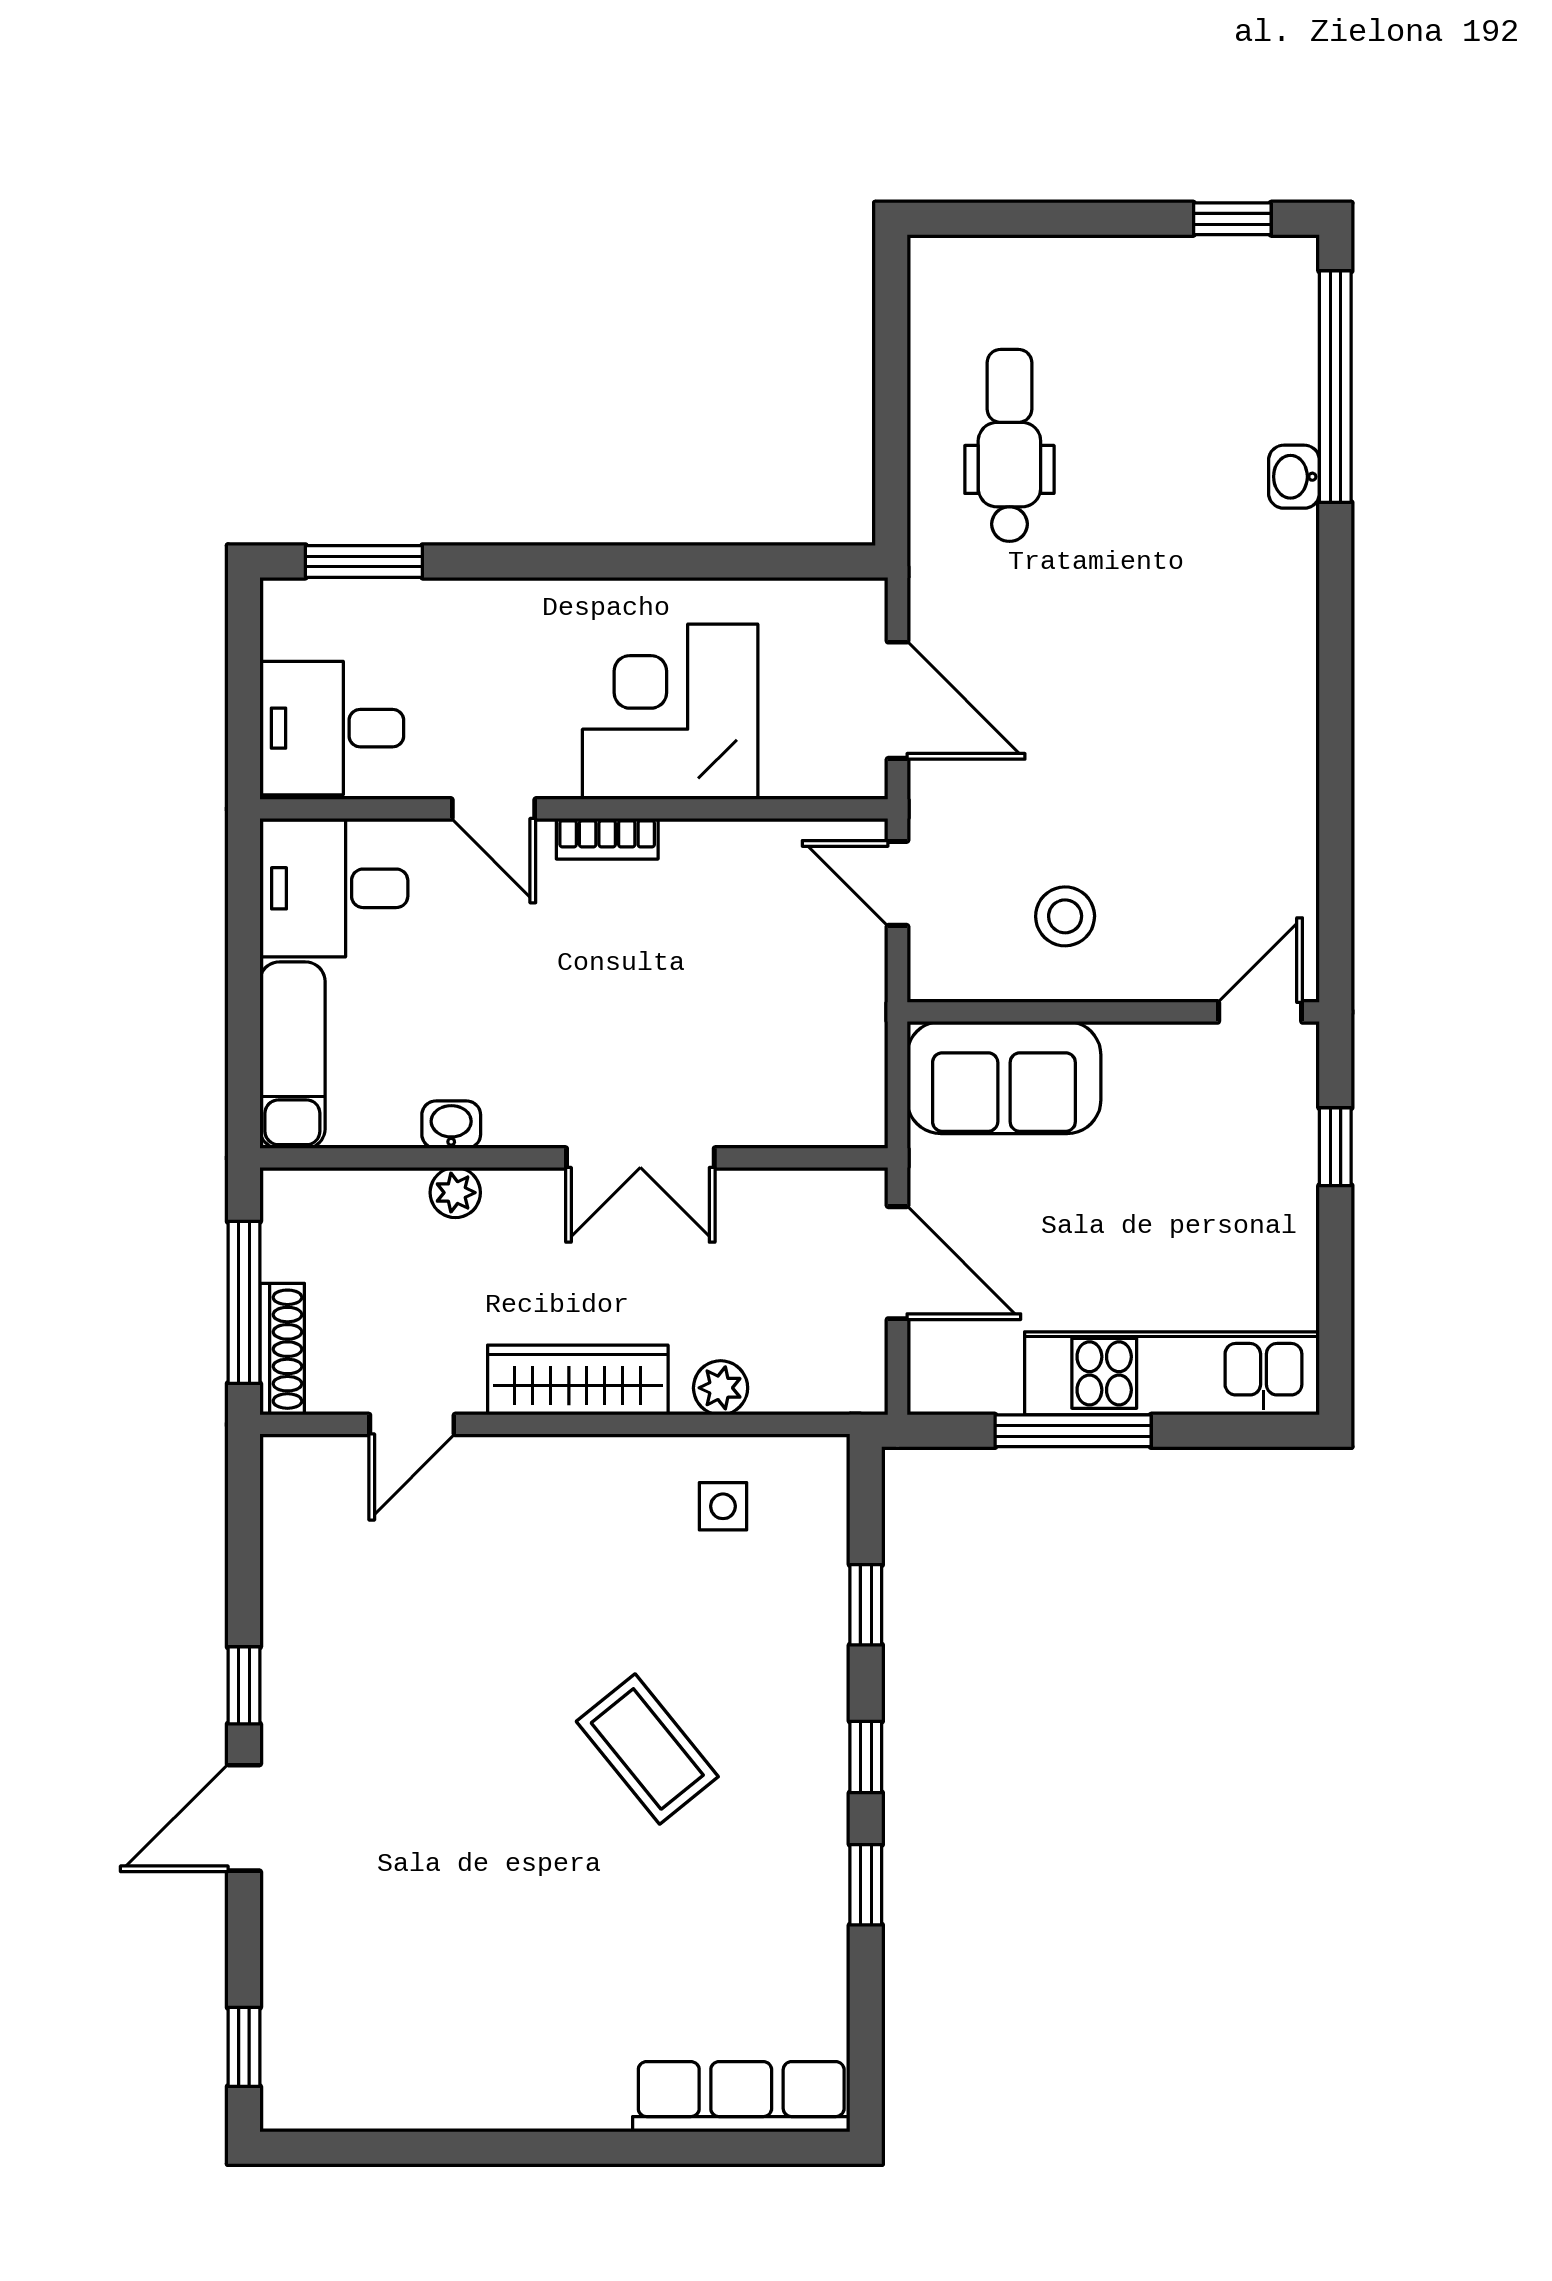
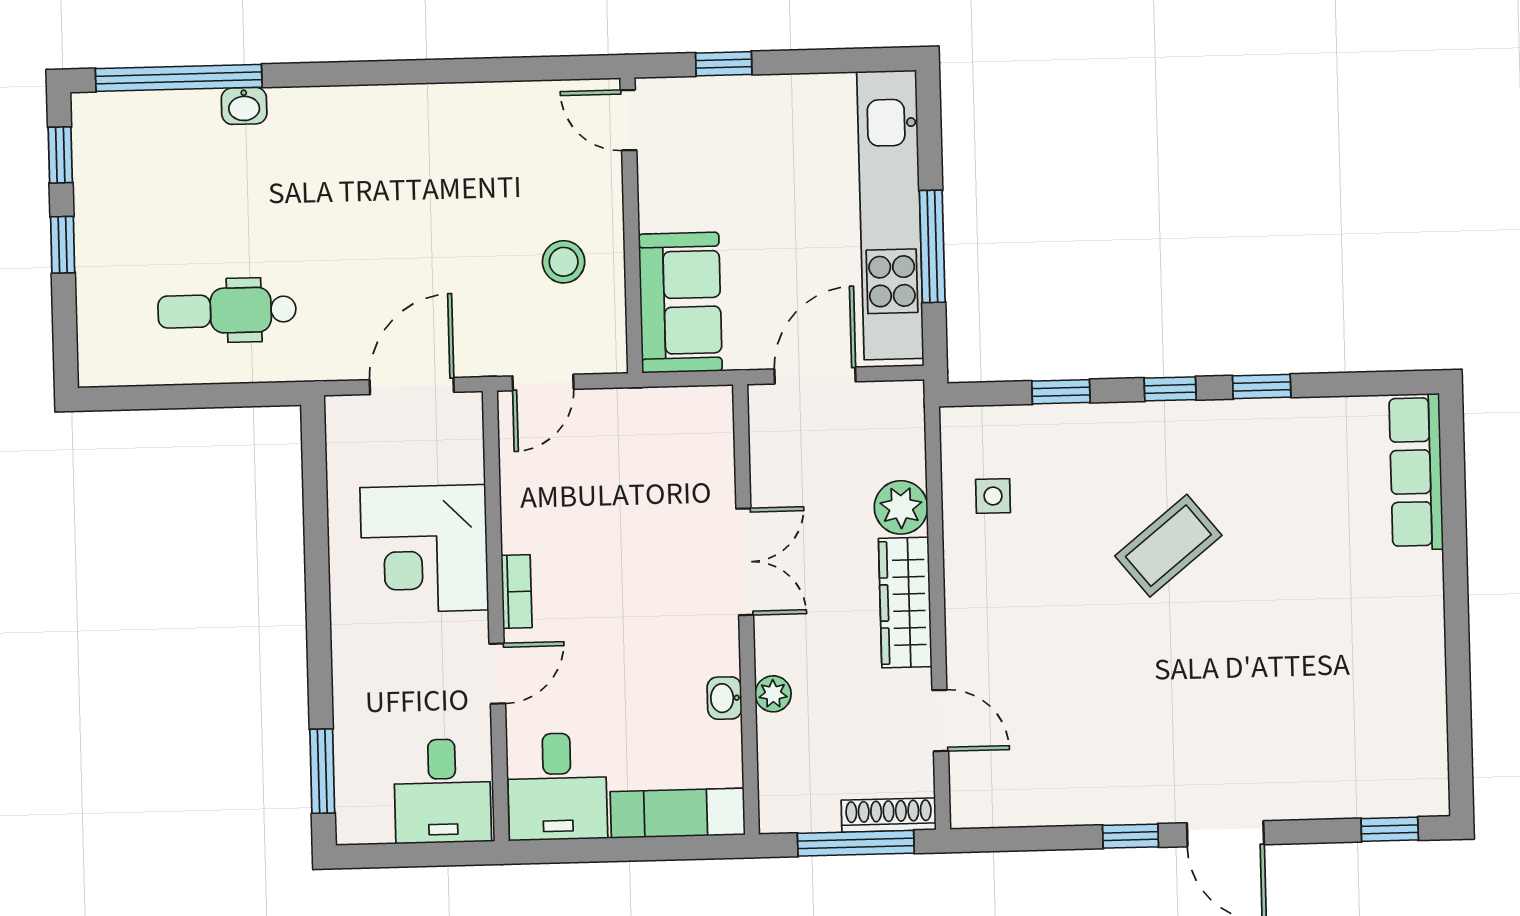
window: (1107, 219) -> (63, 245), added
kitchen unit: (1172, 1373) -> (890, 215), width x1.36
plant: (721, 1388) -> (901, 507), width x1.38, depth x1.38

